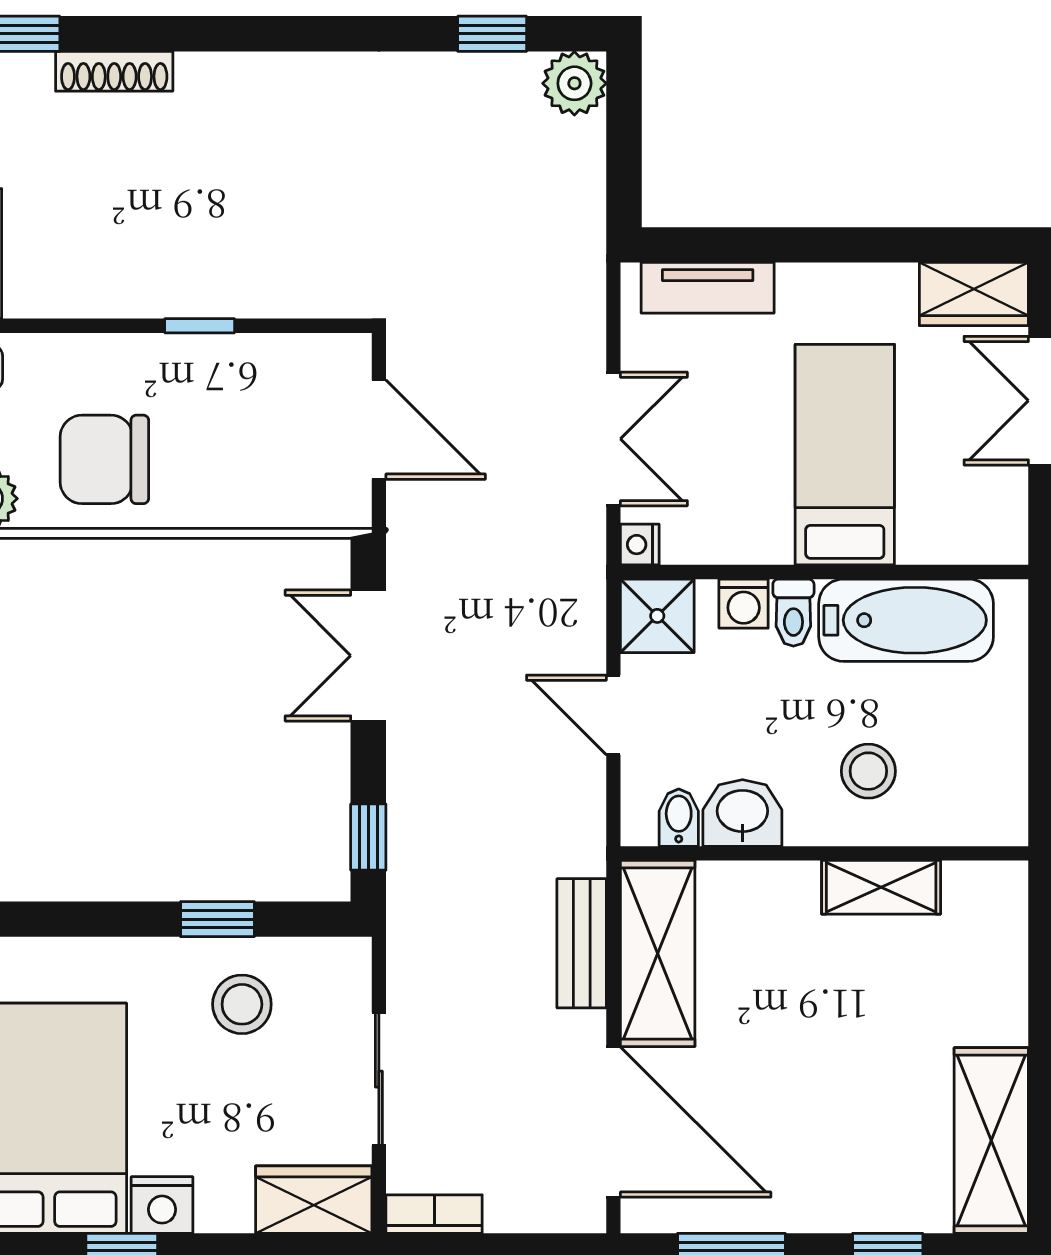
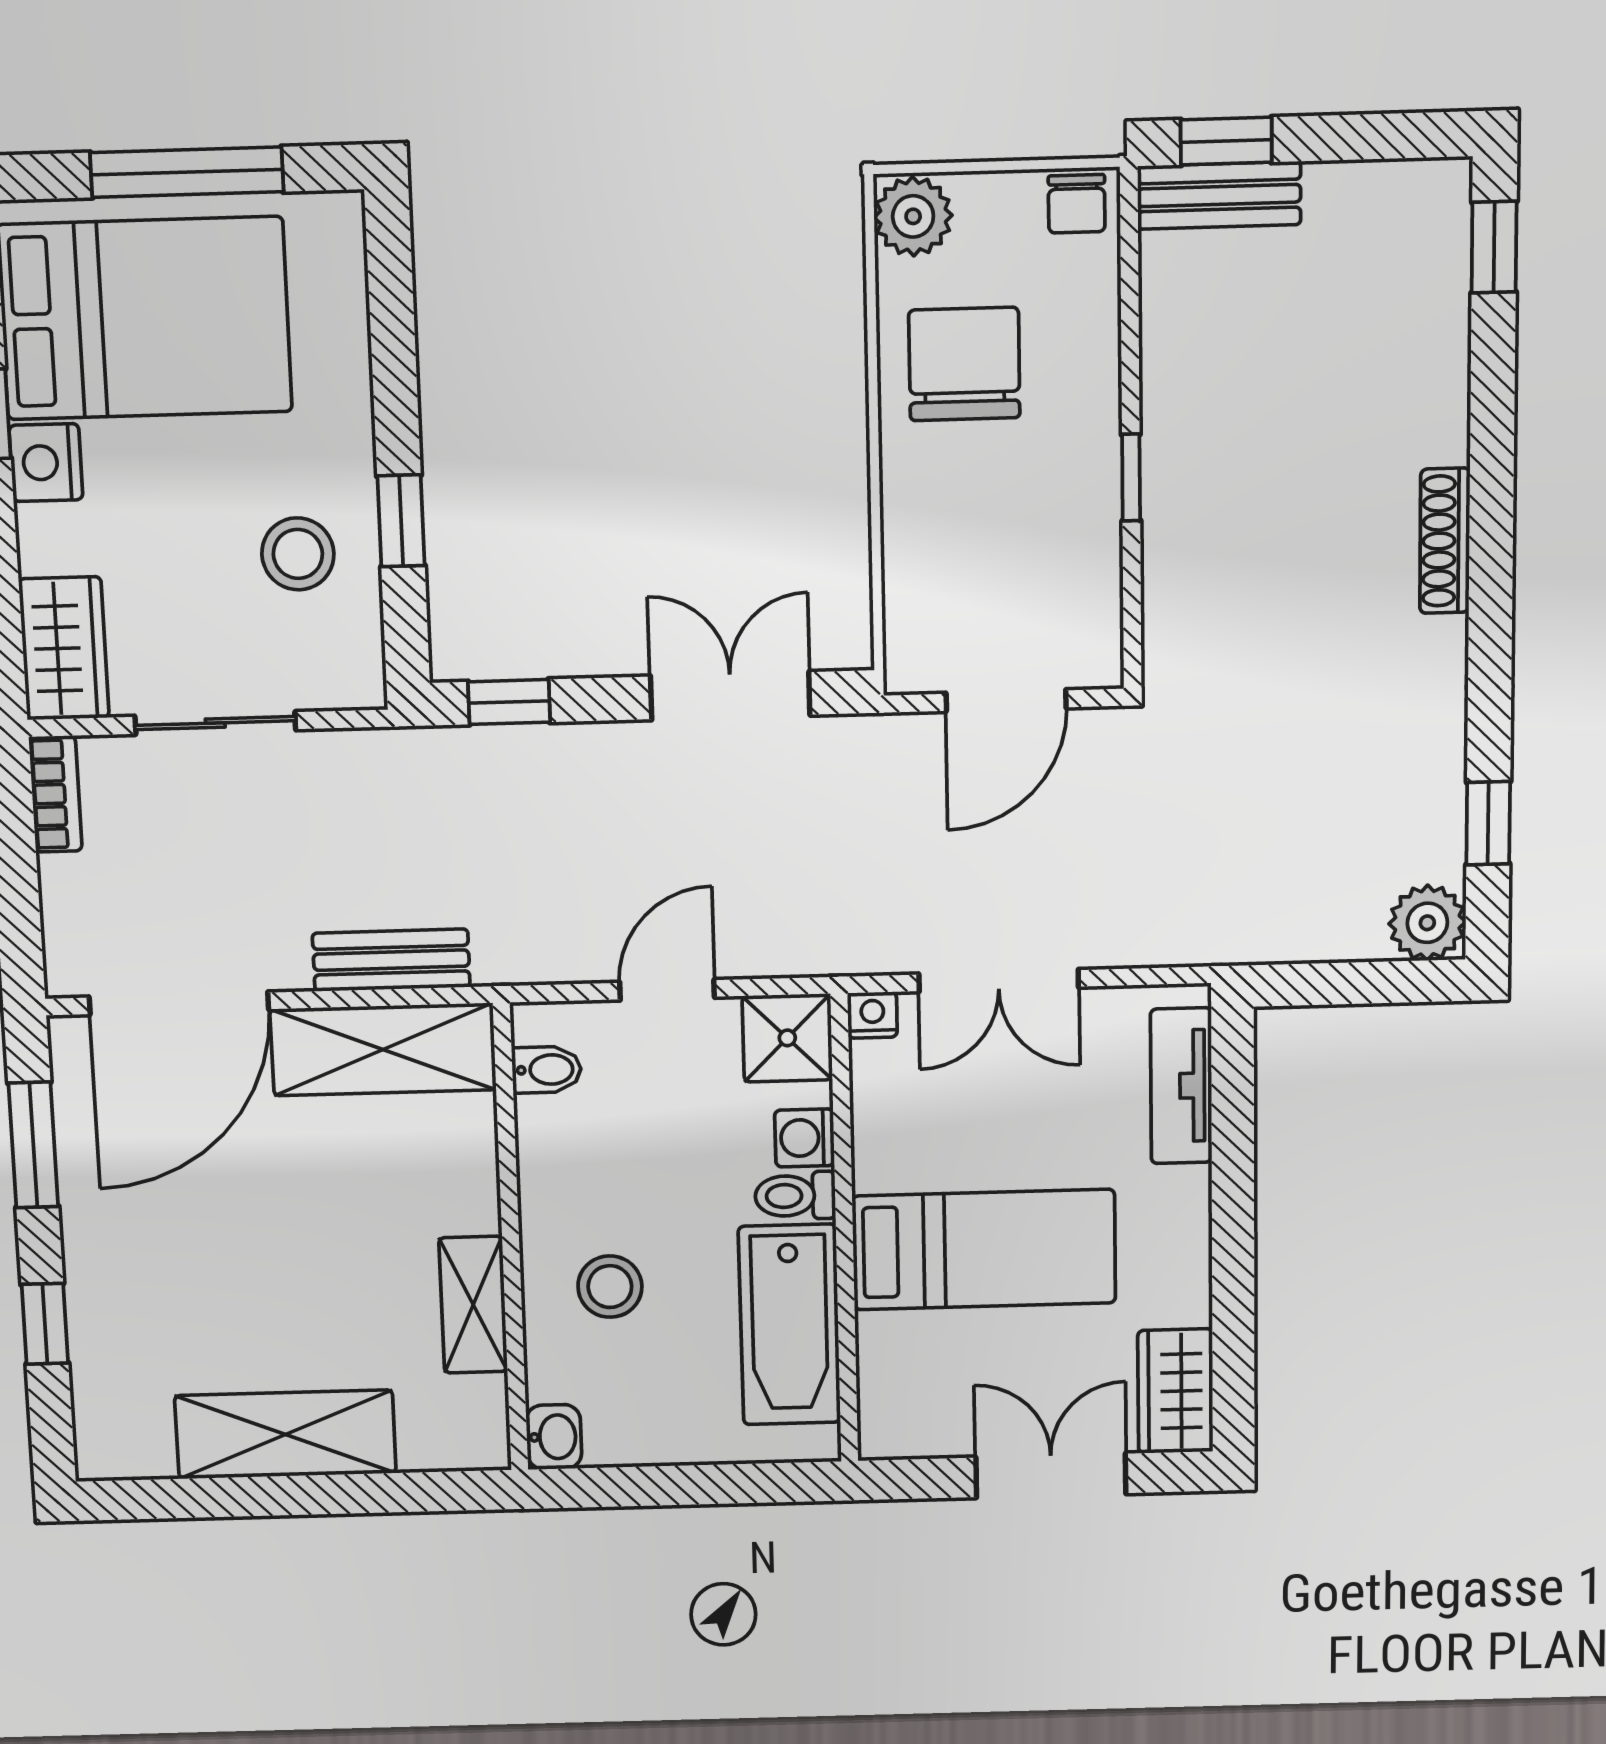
shoe rack: (114, 71) -> (1445, 541), moved
washbasin: (742, 813) -> (554, 1437), moved, width x0.72, depth x0.69
shelving: (991, 1141) -> (286, 1434), moved

